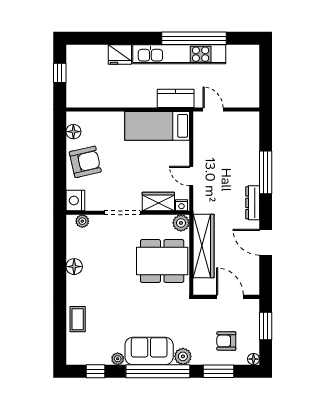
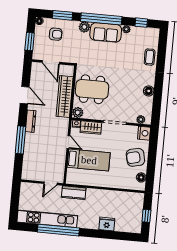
kitchen unit: (179, 54) -> (47, 219), moved
door: (213, 109) -> (50, 183), hinge flipped
bed: (157, 126) -> (89, 160), moved

